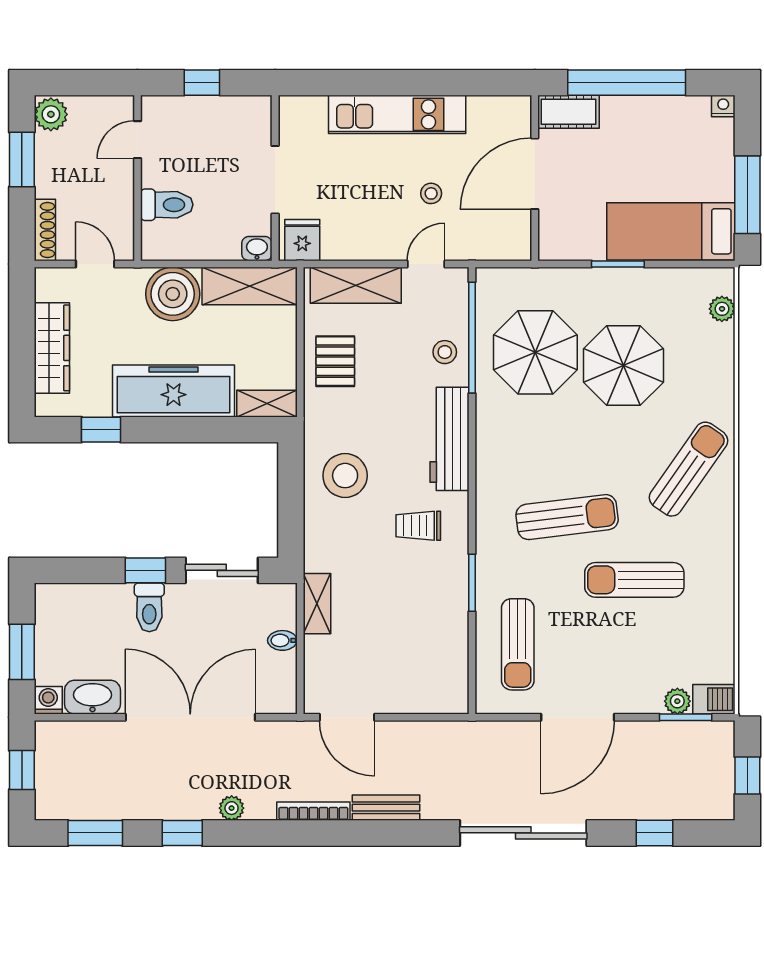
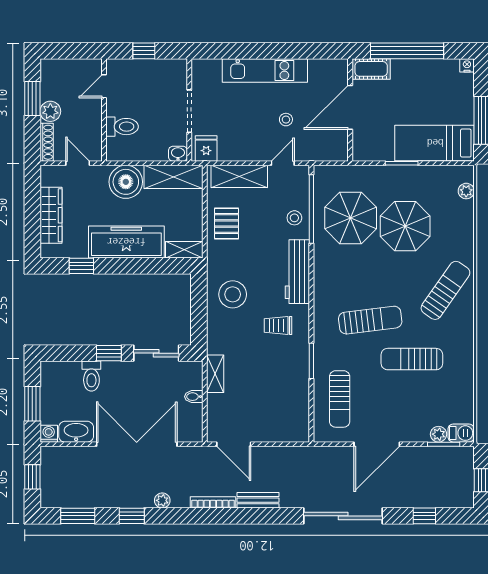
plant: (51, 114) -> (50, 111), moved
toilet: (149, 607) -> (91, 376), moved

